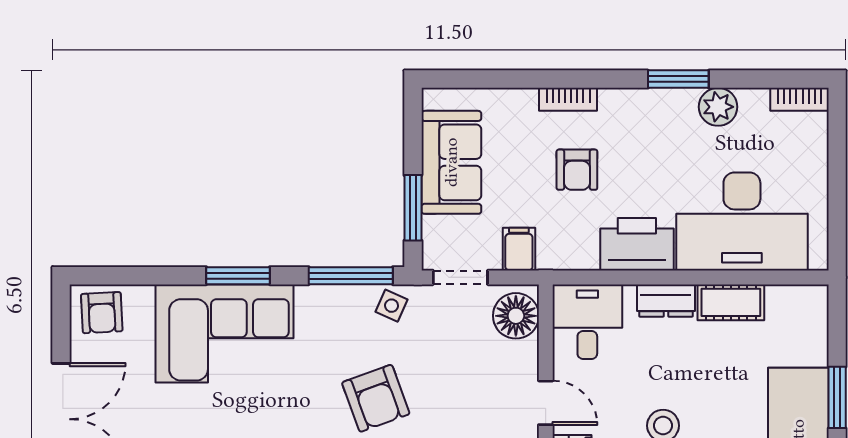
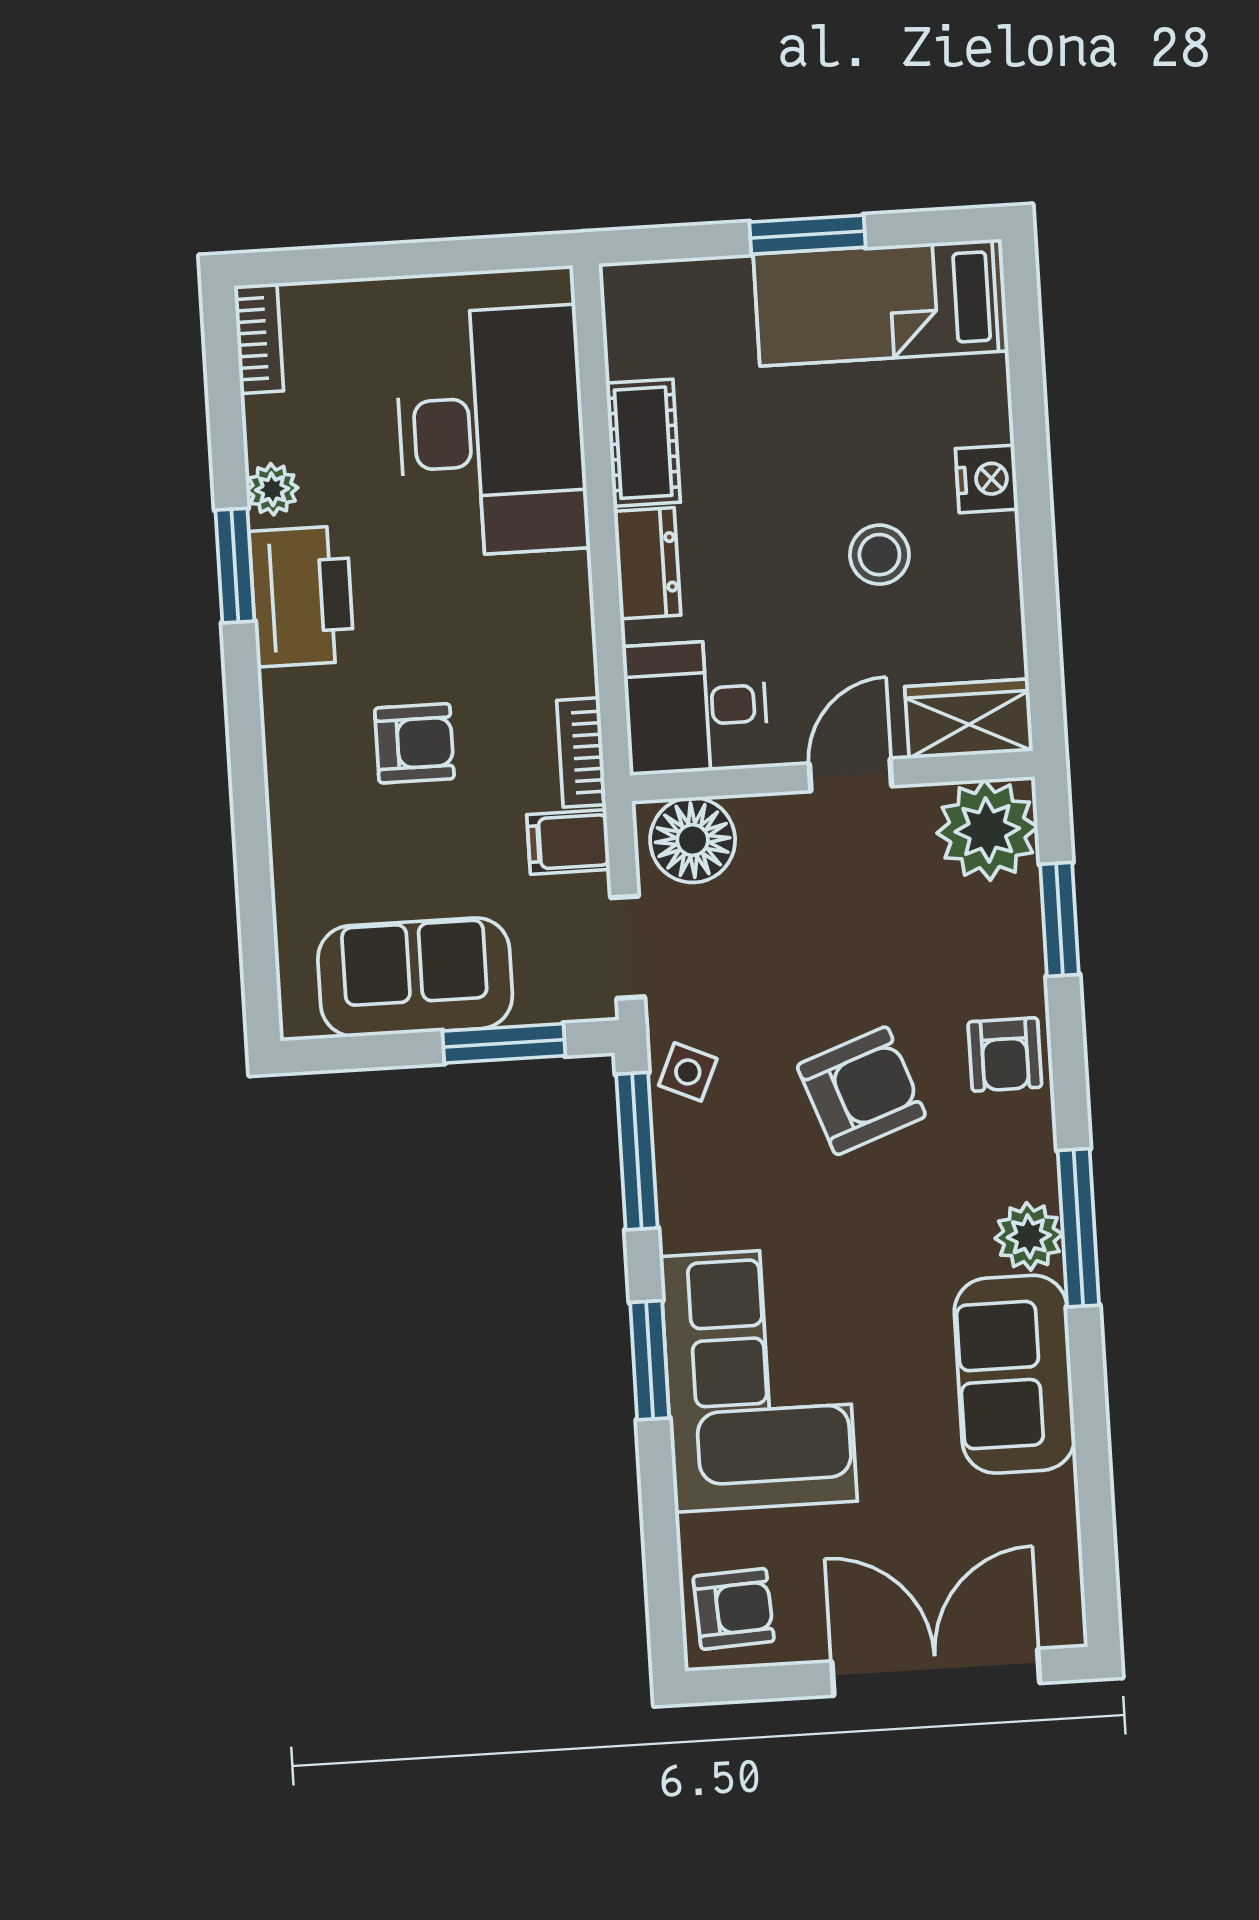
bookcase: (568, 99) -> (581, 752), moved, turned 180
plant: (718, 107) -> (272, 489), width x0.73, depth x0.73
printer: (637, 244) -> (302, 596), moved, turned 180

